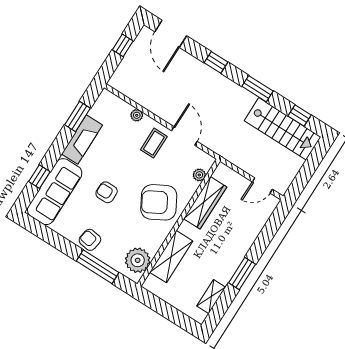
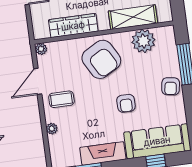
plant: (199, 175) -> (41, 49), moved
plant: (138, 260) -> (143, 41), moved

